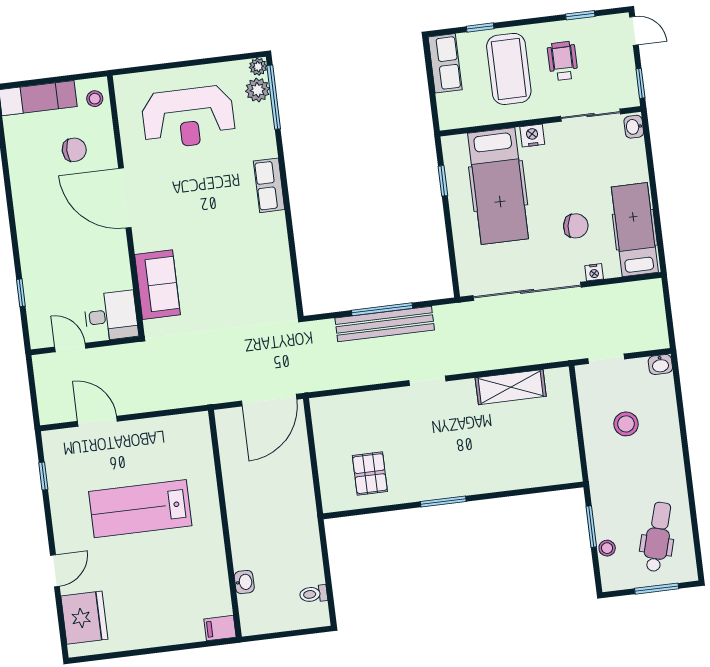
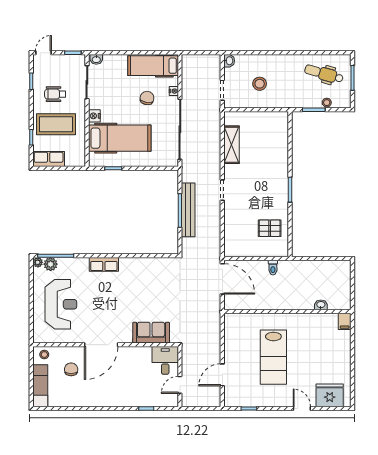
toilet: (313, 594) -> (273, 268), moved

